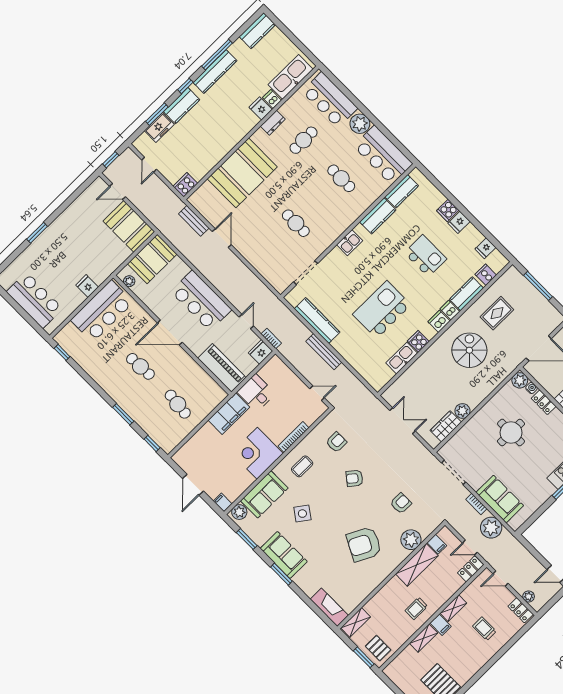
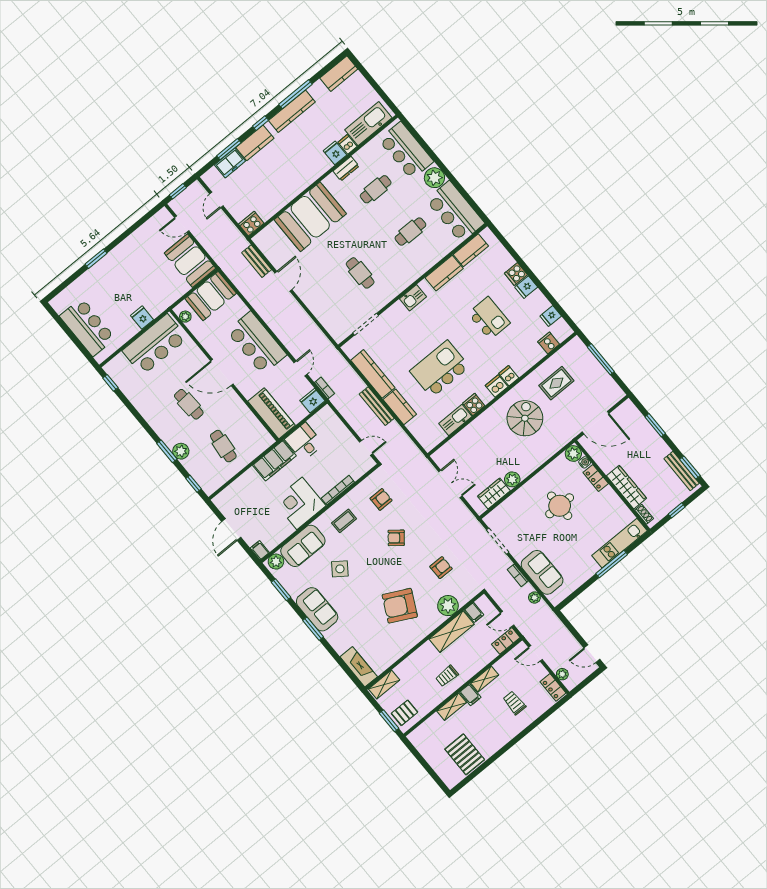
cafe table: (341, 178) -> (410, 232), turned 90
kitchen counter: (466, 294) -> (400, 407), moved, turned 90
plant: (137, 413) -> (181, 451), added
plant: (491, 528) -> (534, 598), width x0.53, depth x0.53
pallet: (378, 648) -> (405, 713), turned 90

